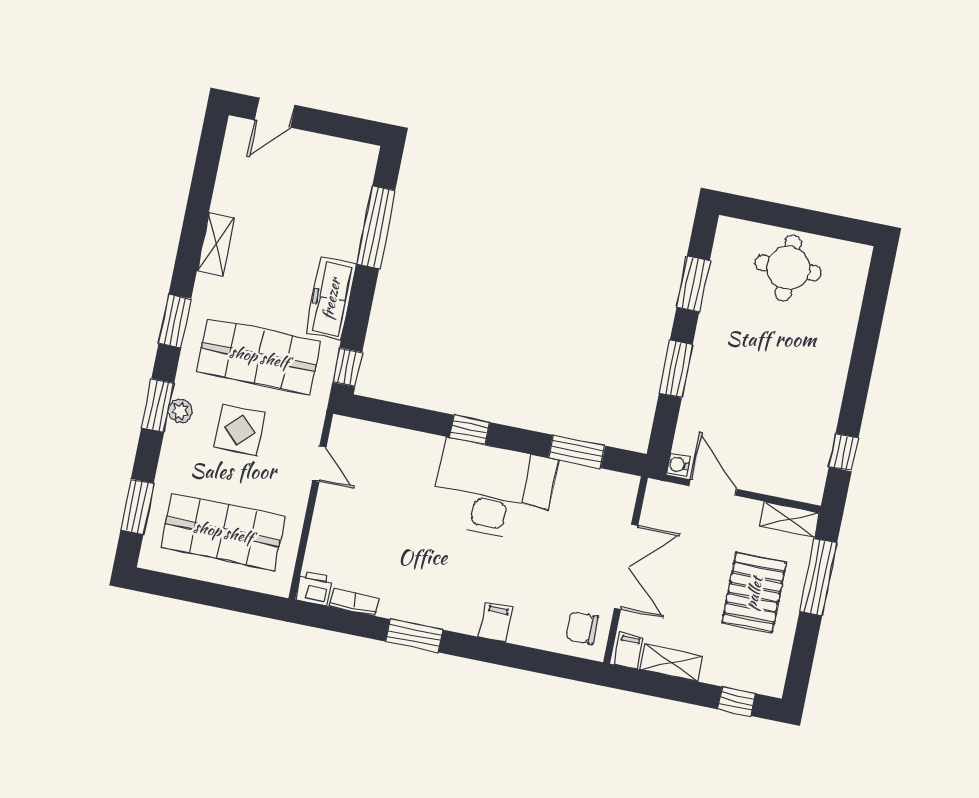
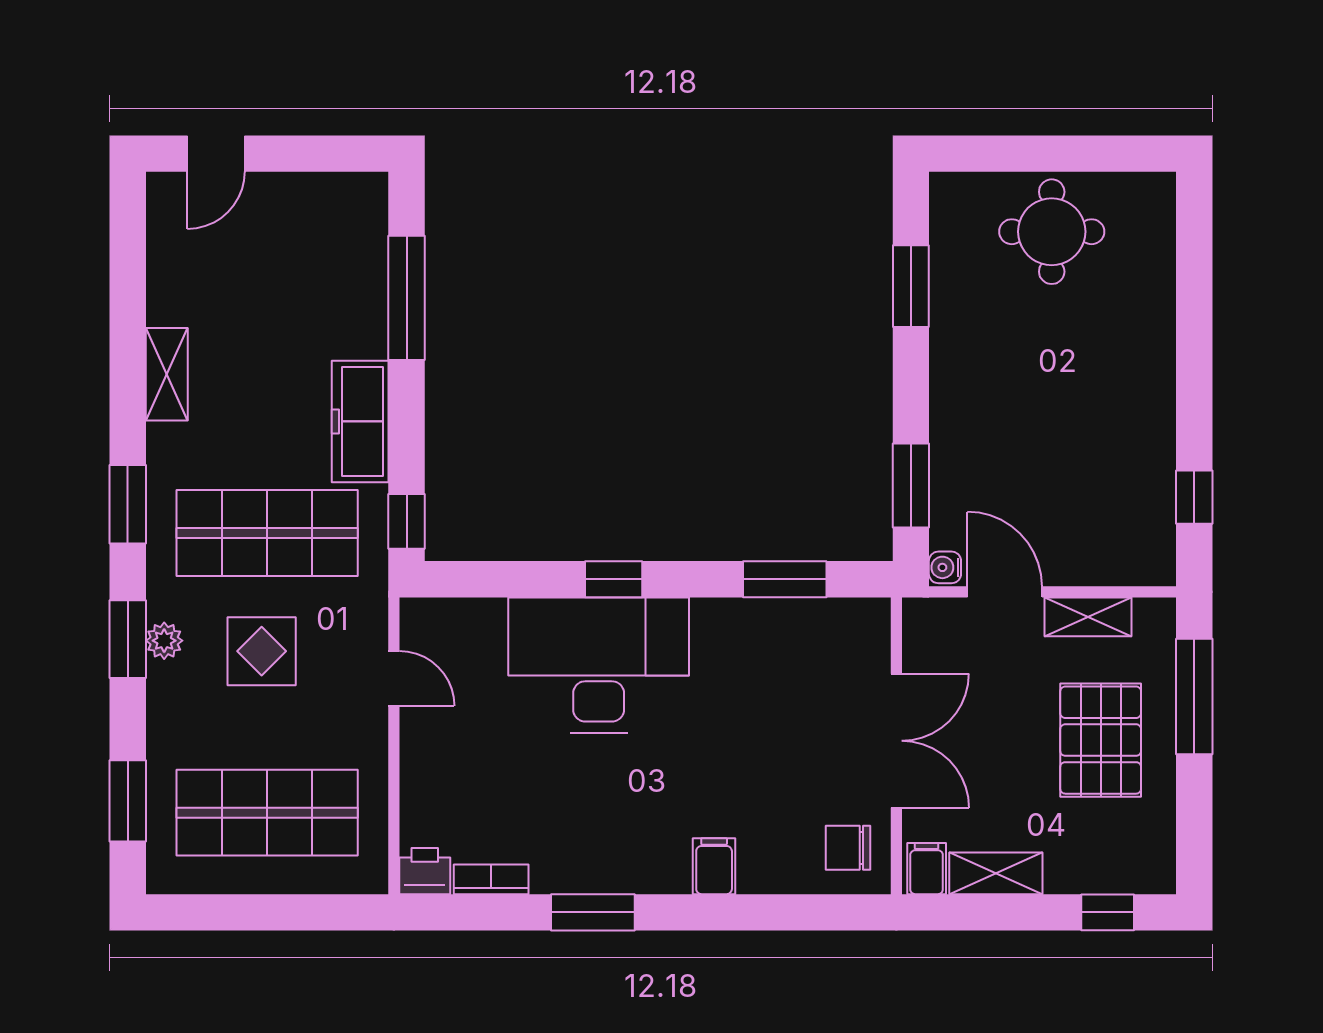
window: (676, 369) -> (911, 485), moved
desk: (493, 491) -> (599, 665), moved
shelving: (790, 519) -> (1088, 617), moved

